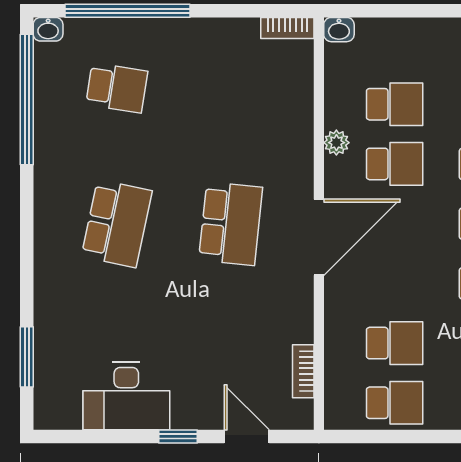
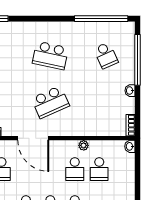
washbasin: (48, 29) -> (130, 91), moved
school desk: (117, 88) -> (106, 55), turned -33
school desk: (231, 224) -> (50, 102), turned -30
door: (319, 237) -> (33, 138), moved

